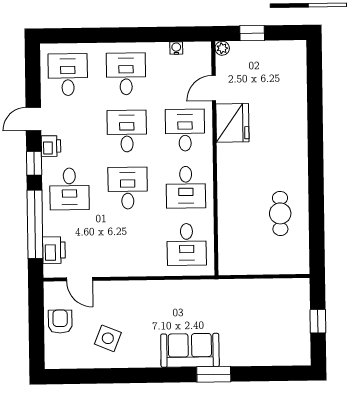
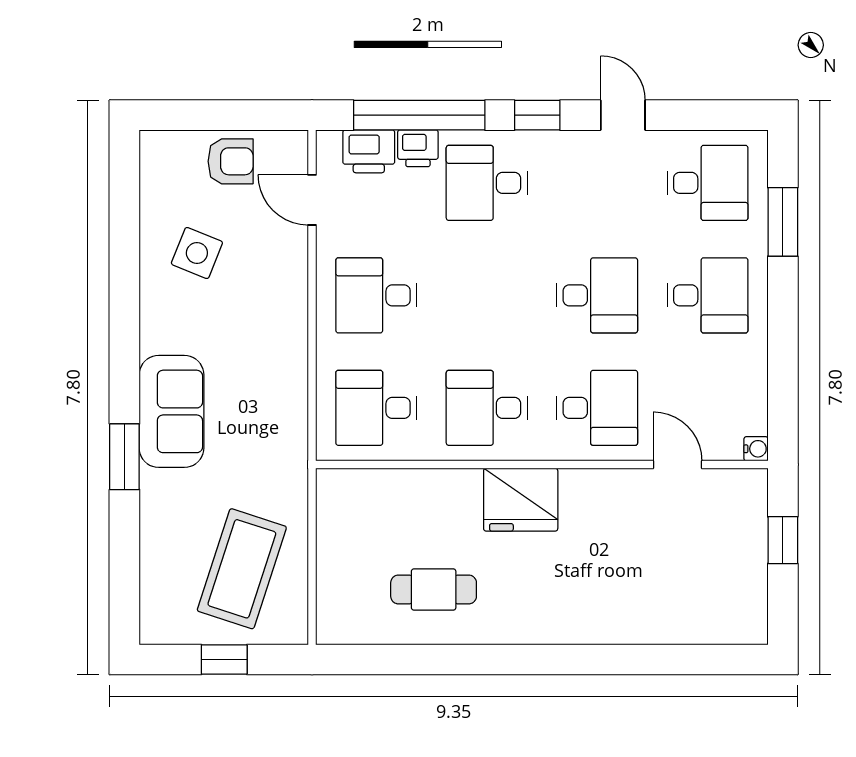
window: (87, 35) -> (783, 222), added
water cooler: (176, 48) -> (756, 449), moved
plant: (222, 48) -> (754, 482), removed
fridge: (232, 123) -> (521, 500), moved
printer: (51, 146) -> (418, 148), moved
desk: (128, 188) -> (376, 295), moved, turned 180
door: (80, 279) -> (312, 200), hinge flipped
coffee table: (271, 313) -> (242, 569), added

